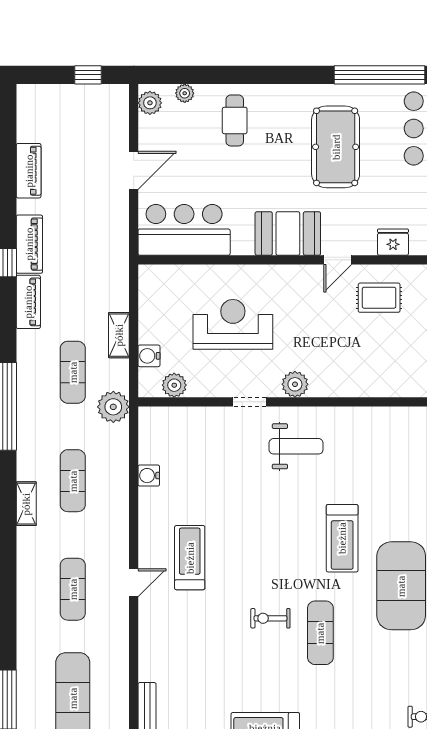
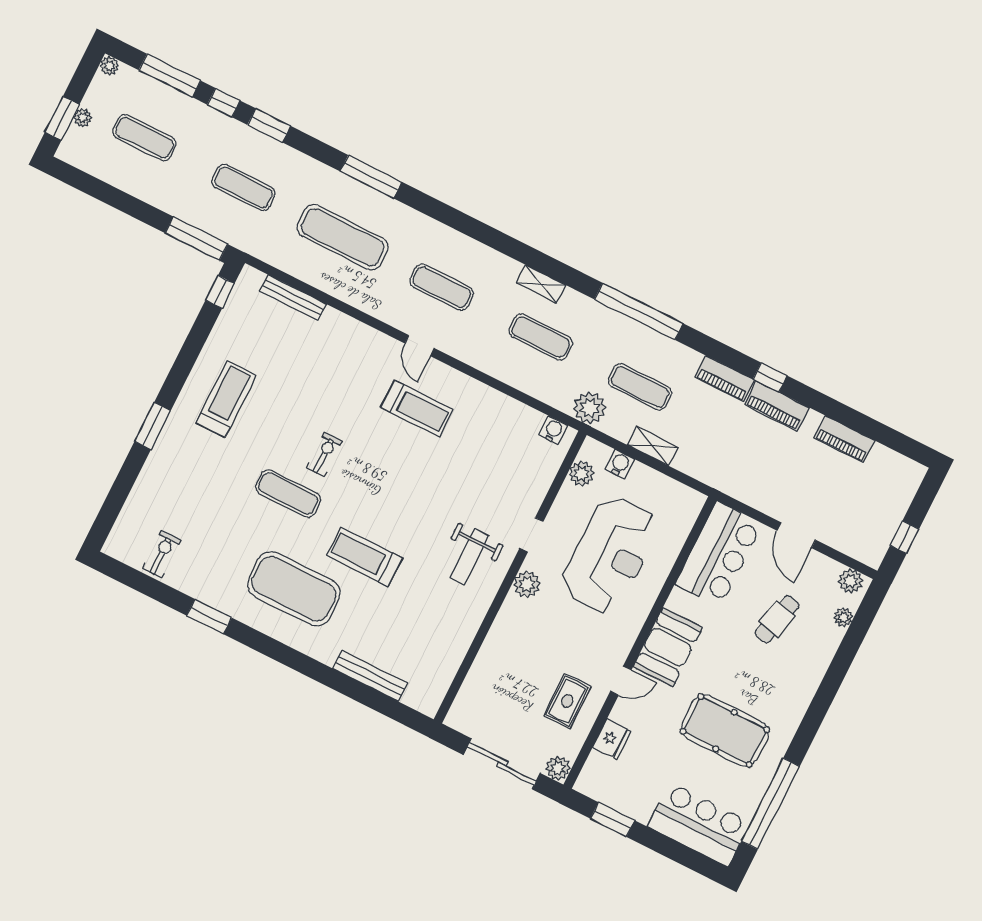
cafe table: (235, 120) -> (777, 619), moved, turned -76
door: (338, 260) -> (621, 681), swing flipped
reception desk: (233, 324) -> (610, 555), width x1.36, depth x1.30
water cooler: (149, 476) -> (553, 430), moved

